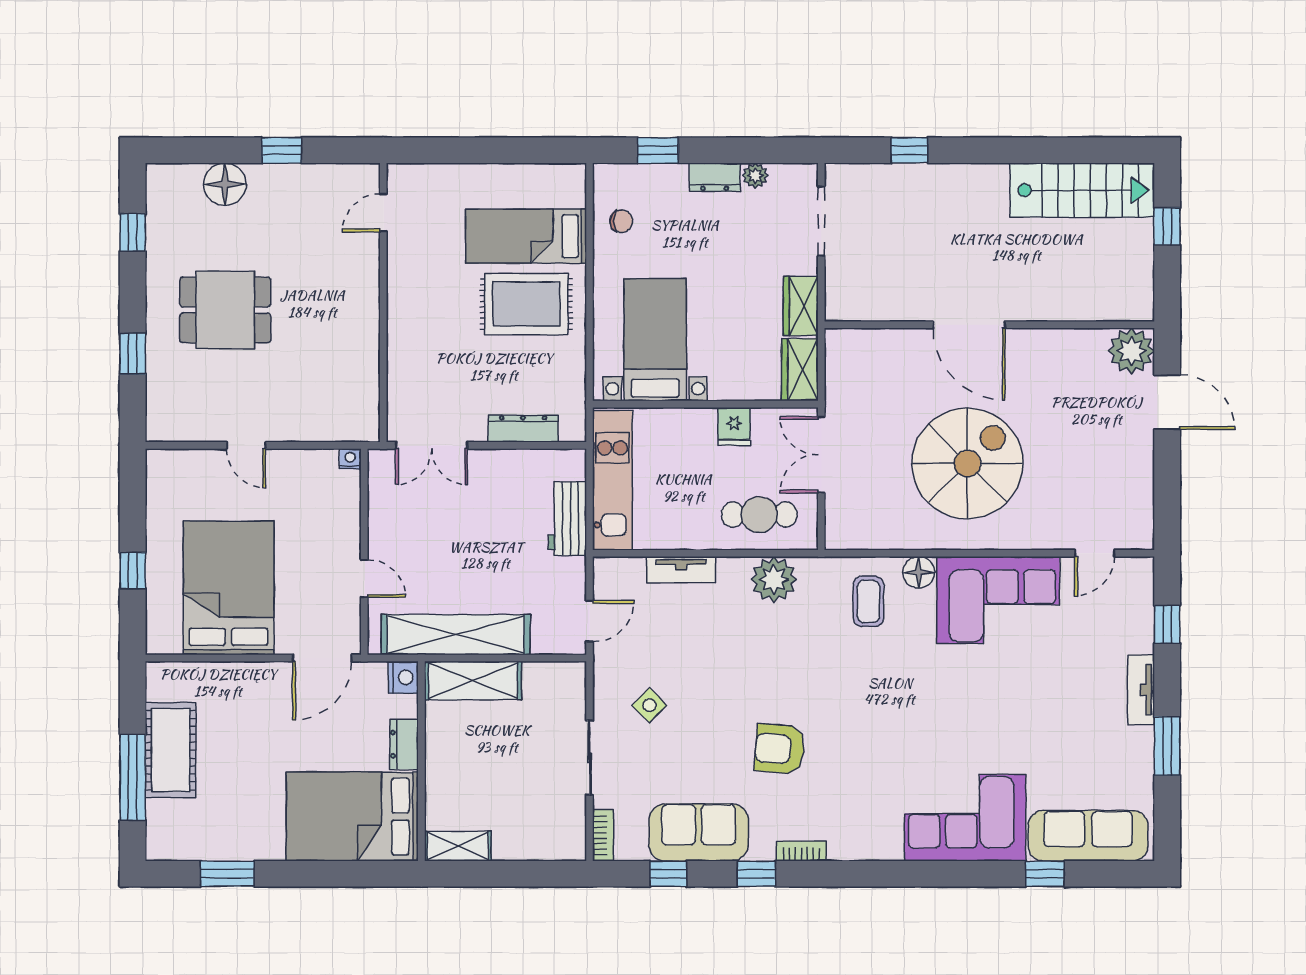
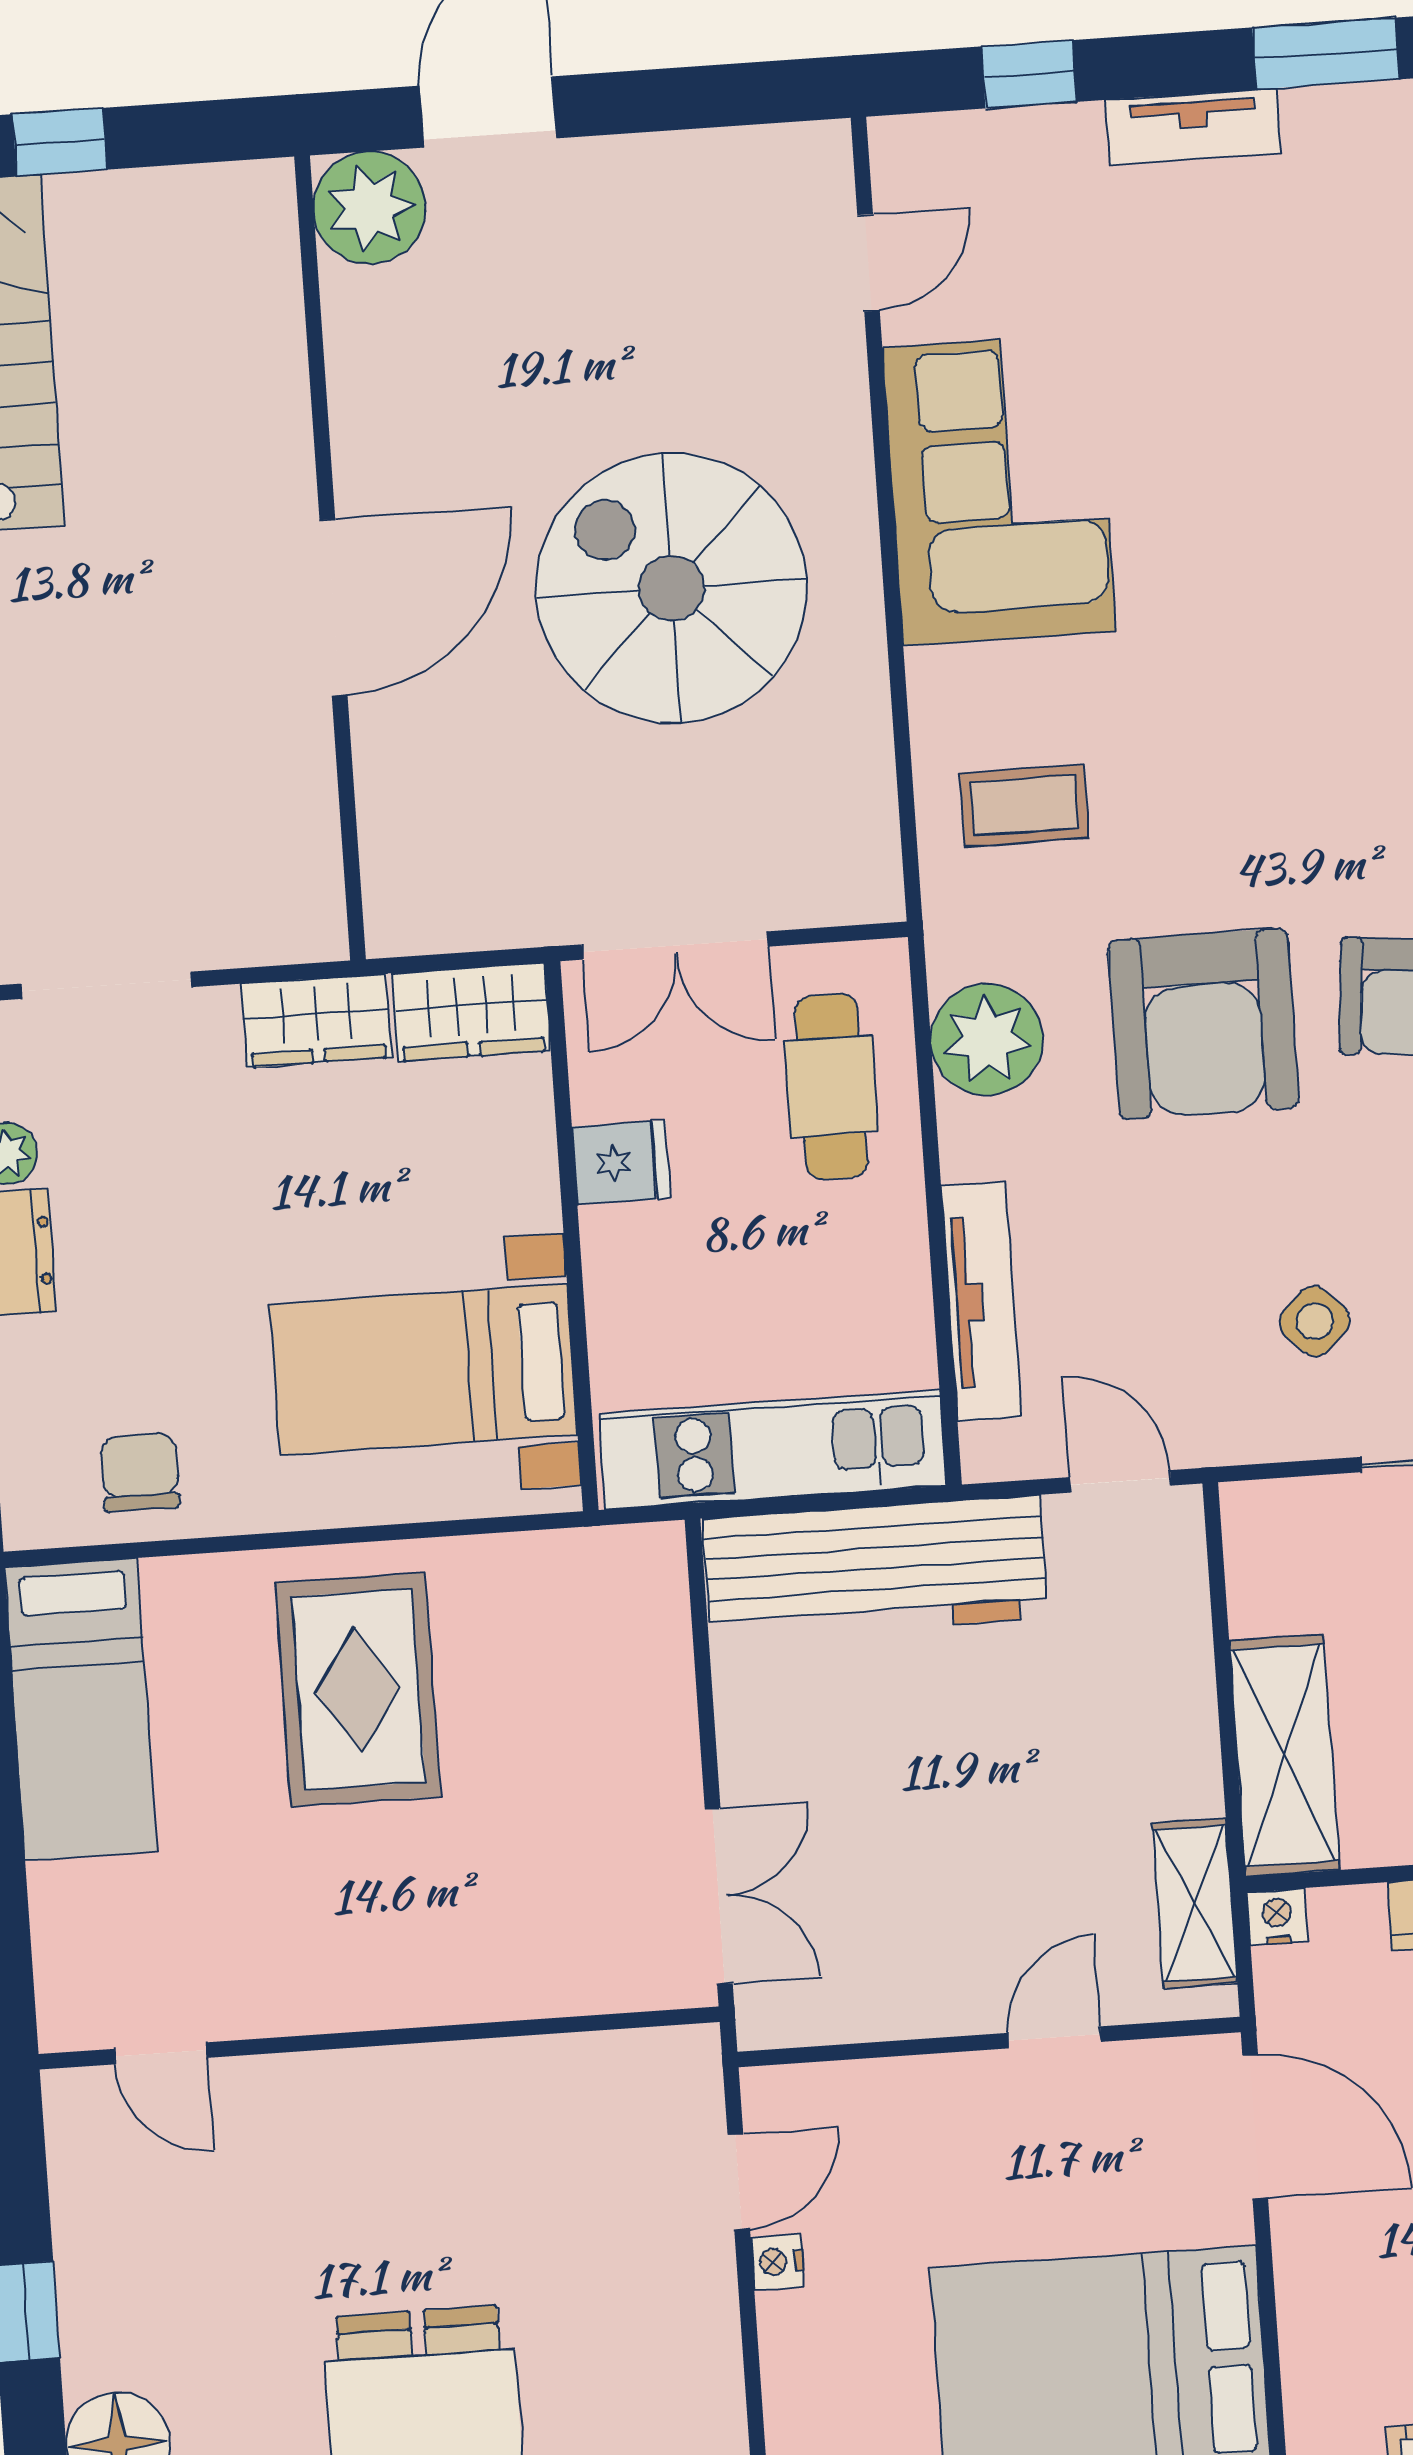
chair: (621, 221) -> (140, 1472), width x1.37, depth x1.37
bed: (526, 236) -> (81, 1709), moved
dresser: (523, 429) -> (662, 1676), removed
door: (246, 445) -> (739, 2182), moved
nightstand: (350, 459) -> (777, 2262), moved
workbench: (567, 519) -> (875, 1568), width x1.88, depth x1.32
door: (1095, 553) -> (869, 263), hinge flipped
tv unit: (681, 570) -> (981, 1302), width x1.41
floor lamp: (919, 572) -> (945, 688), removed
shelving: (456, 635) -> (1195, 1903), width x0.45, depth x0.75
armchair: (774, 668) -> (1203, 1024), added
nightstand: (403, 677) -> (1277, 1917), width x0.72, depth x0.74

